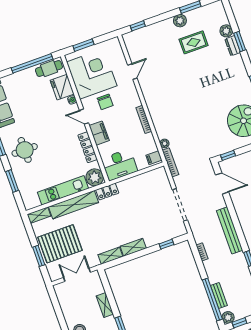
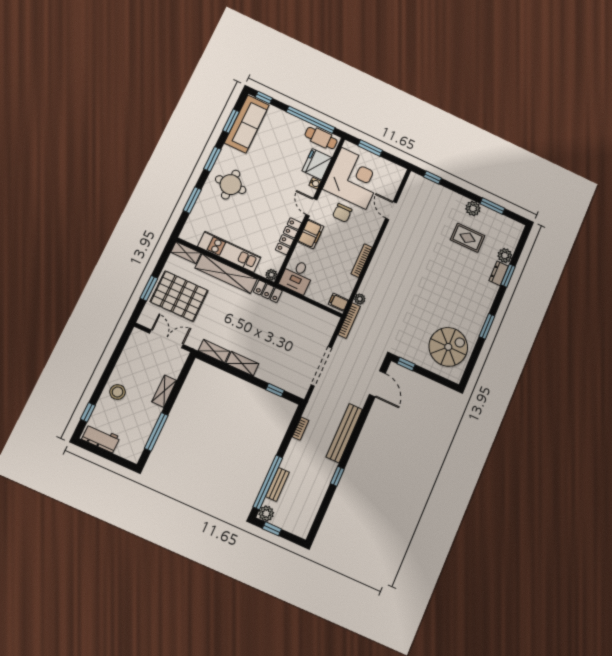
door: (132, 72) -> (391, 211), swing flipped
desk: (119, 165) -> (297, 276), width x0.73
plant: (95, 177) -> (271, 275), width x0.53, depth x0.53

